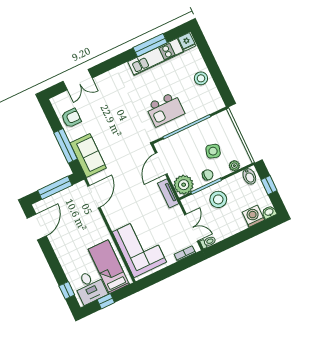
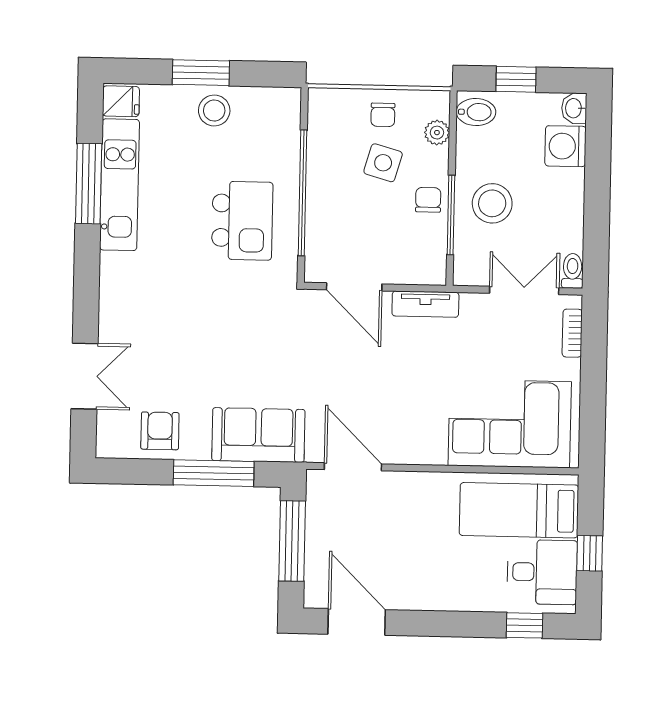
window: (213, 66) -> (201, 73), added
chair: (231, 142) -> (383, 115), added
plant: (184, 185) -> (423, 262), removed

